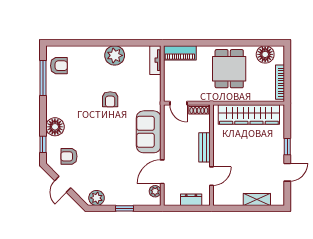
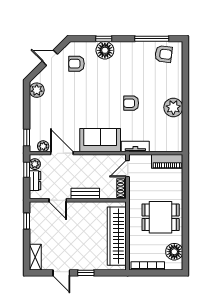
piano: (180, 53) -> (167, 161), moved, turned -90
tv unit: (155, 60) -> (135, 146), moved
armchair: (59, 66) -> (163, 54), turned -83
window: (43, 144) -> (104, 39), moved
armchair: (69, 156) -> (77, 64), turned -90
plant: (174, 200) -> (35, 164), added
shelving: (257, 200) -> (35, 257), moved
window: (124, 208) -> (27, 138), moved
window: (180, 208) -> (27, 170), added
window: (233, 208) -> (27, 221), added

